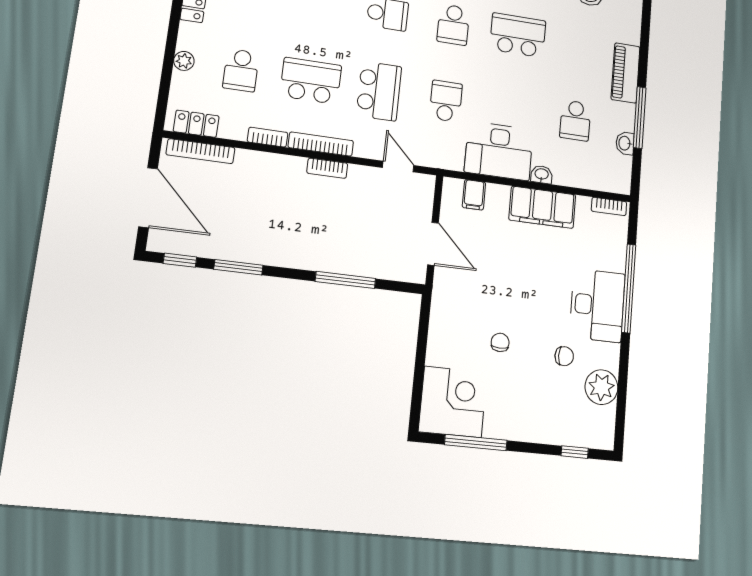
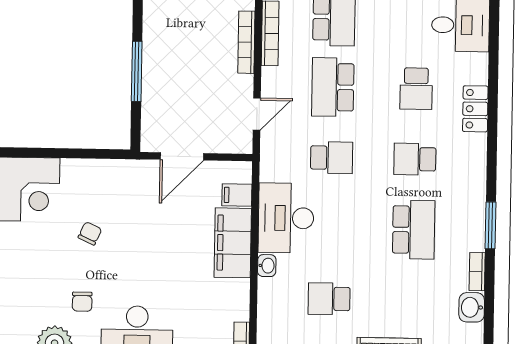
school desk: (379, 91) -> (333, 87), turned 90
bookcase: (327, 168) -> (246, 42), width x1.56
filing cabinet: (542, 207) -> (233, 243), moved
chair: (500, 342) -> (90, 233), turned -65

